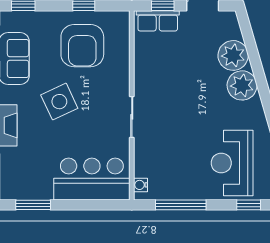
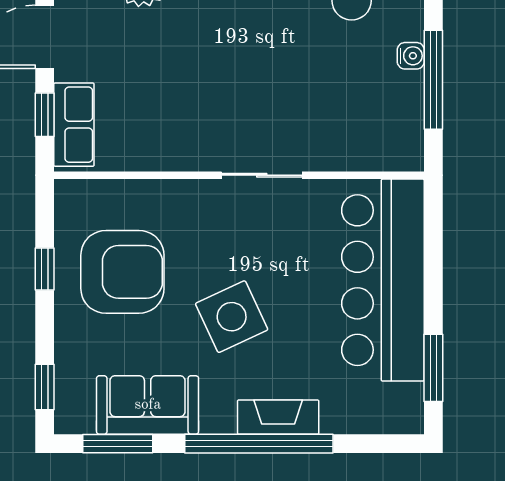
bar counter: (92, 179) -> (383, 280), width x1.36
water cooler: (141, 185) -> (411, 56), moved, turned -90

